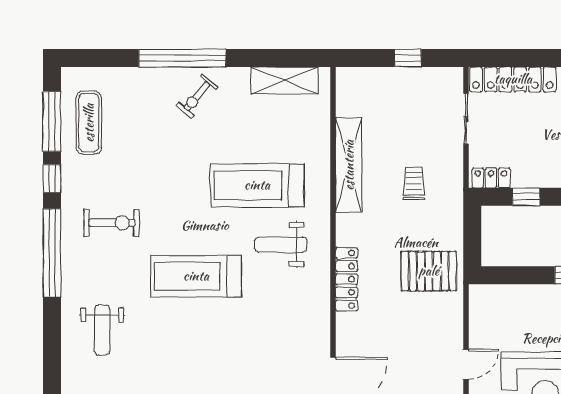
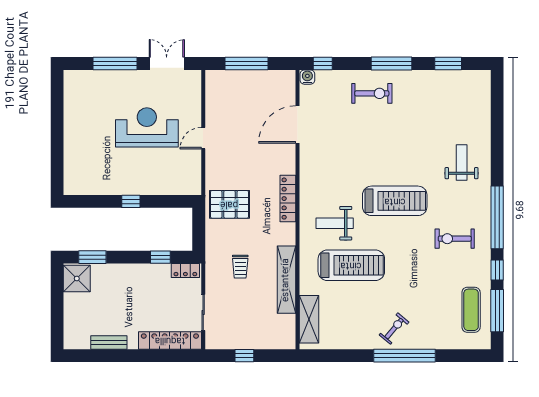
shelving: (284, 80) -> (309, 319), moved, turned 90
weight bench: (281, 245) -> (335, 223), turned 180

